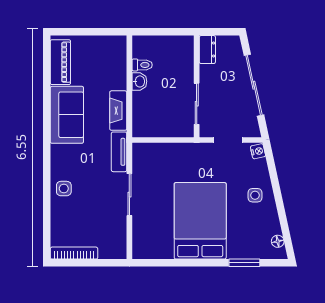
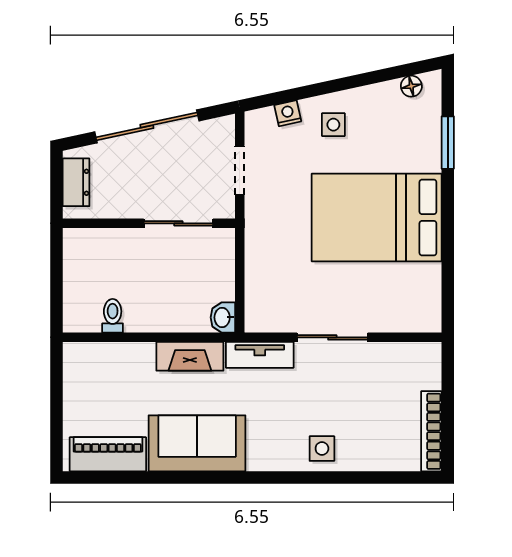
dresser: (207, 50) -> (76, 182), moved, turned 90
washbasin: (139, 81) -> (223, 317), moved, turned -90
nightstand: (258, 151) -> (288, 113), moved

